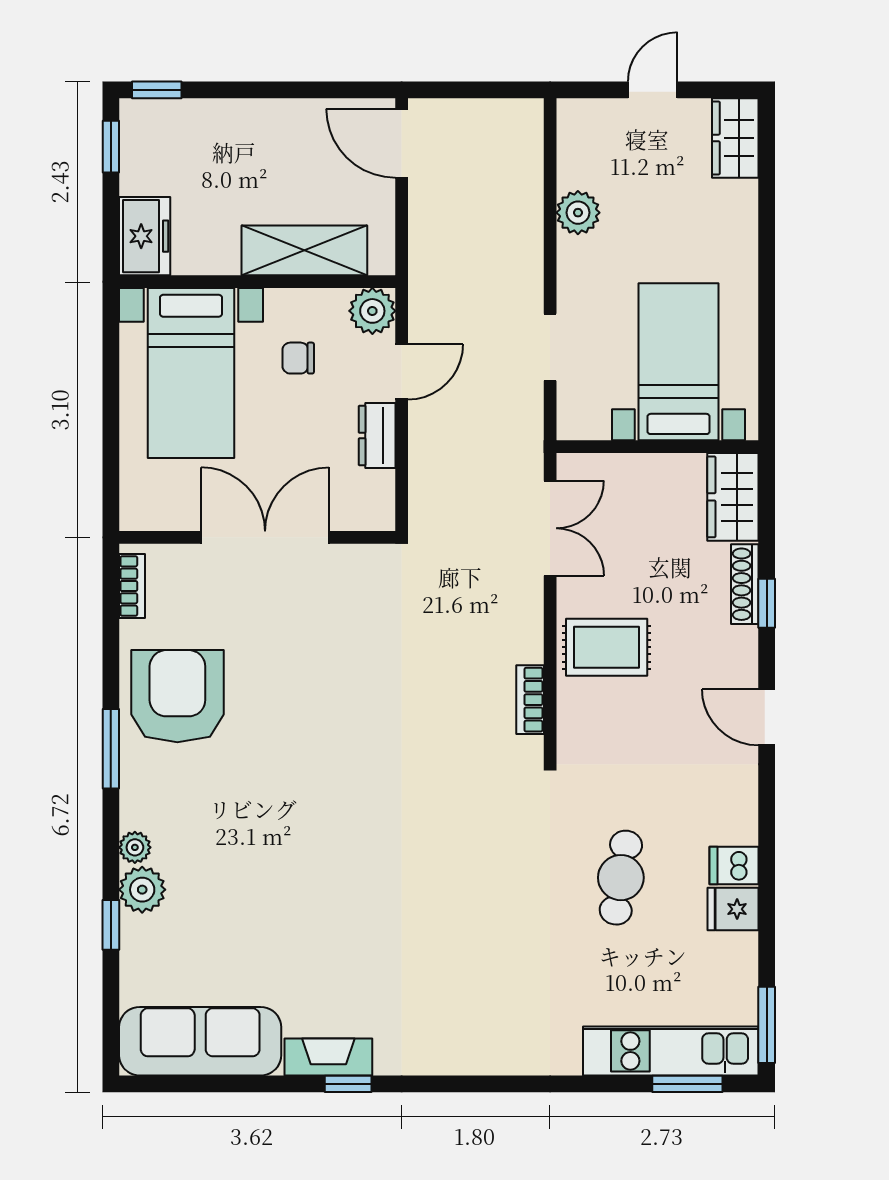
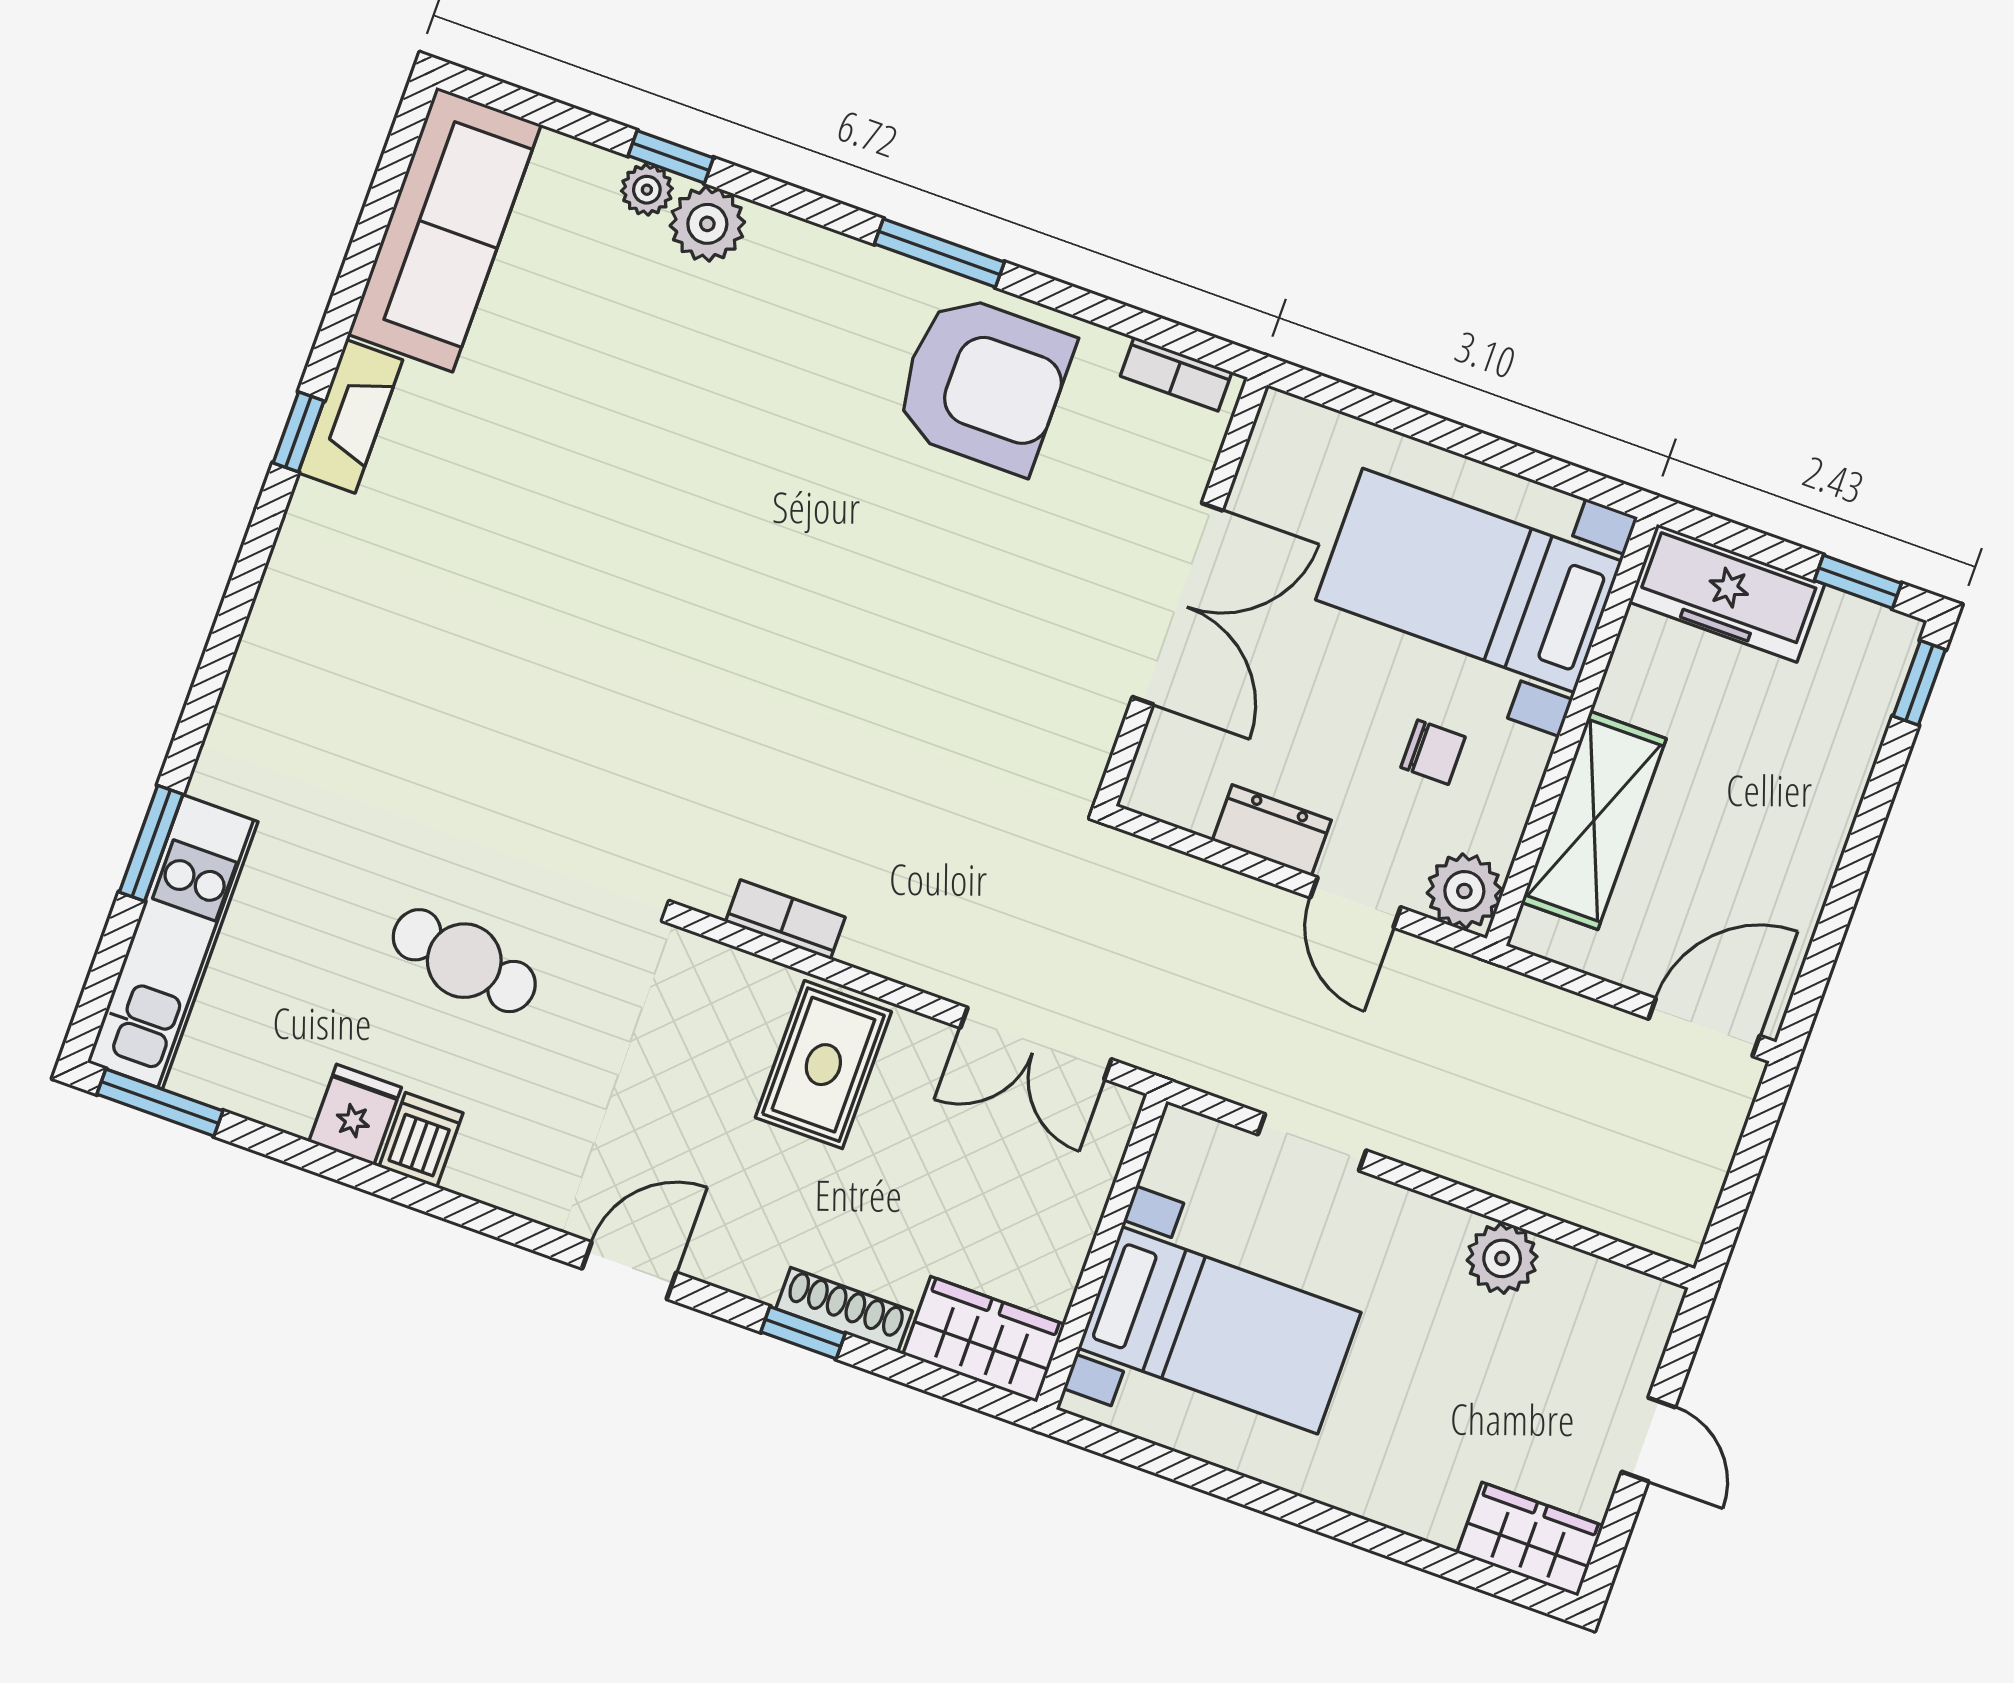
freezer: (145, 236) -> (1727, 593), width x1.40
chair: (298, 358) -> (1433, 752), turned 90
plant: (135, 847) -> (647, 190), moved
window: (687, 1084) -> (151, 843), moved

